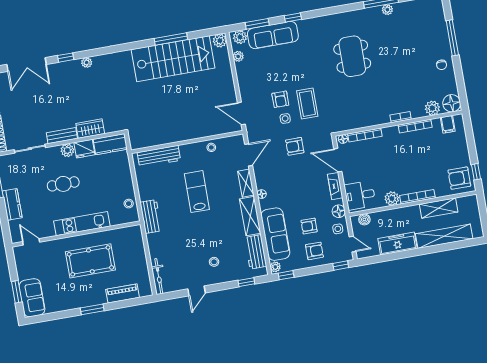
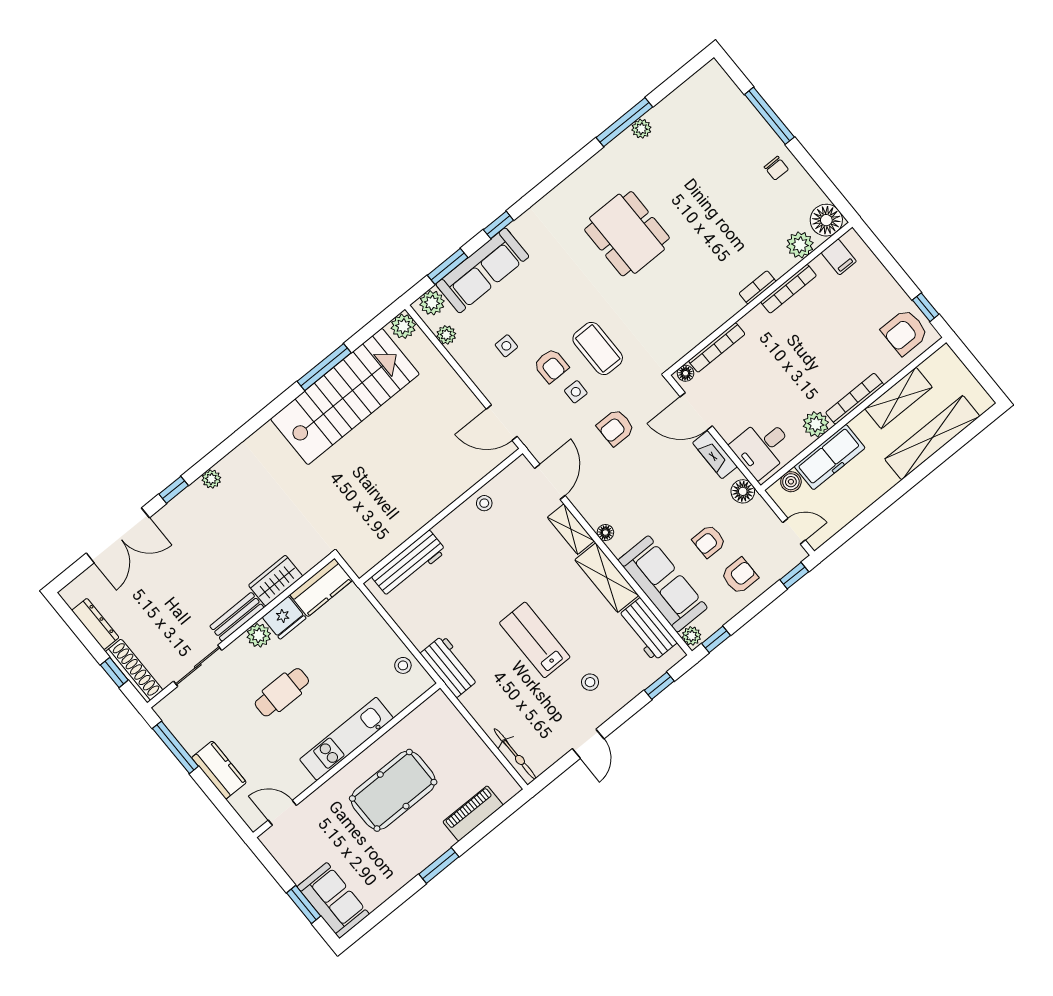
lab bench: (197, 192) -> (535, 640), moved
side table: (338, 229) -> (506, 346), moved
freezer: (397, 244) -> (830, 457), moved, turned 180

